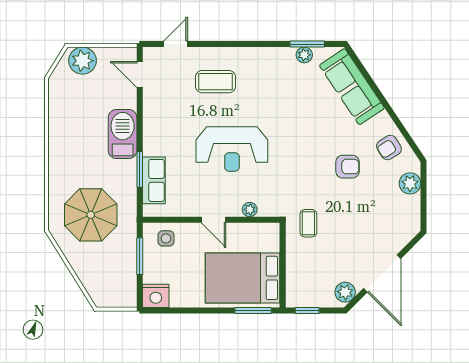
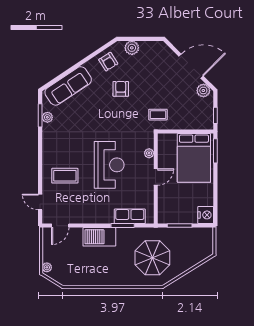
plant: (82, 61) -> (47, 267), width x0.53, depth x0.53
coffee table: (215, 82) -> (65, 176), turned 90
side table: (166, 238) -> (168, 208), removed

